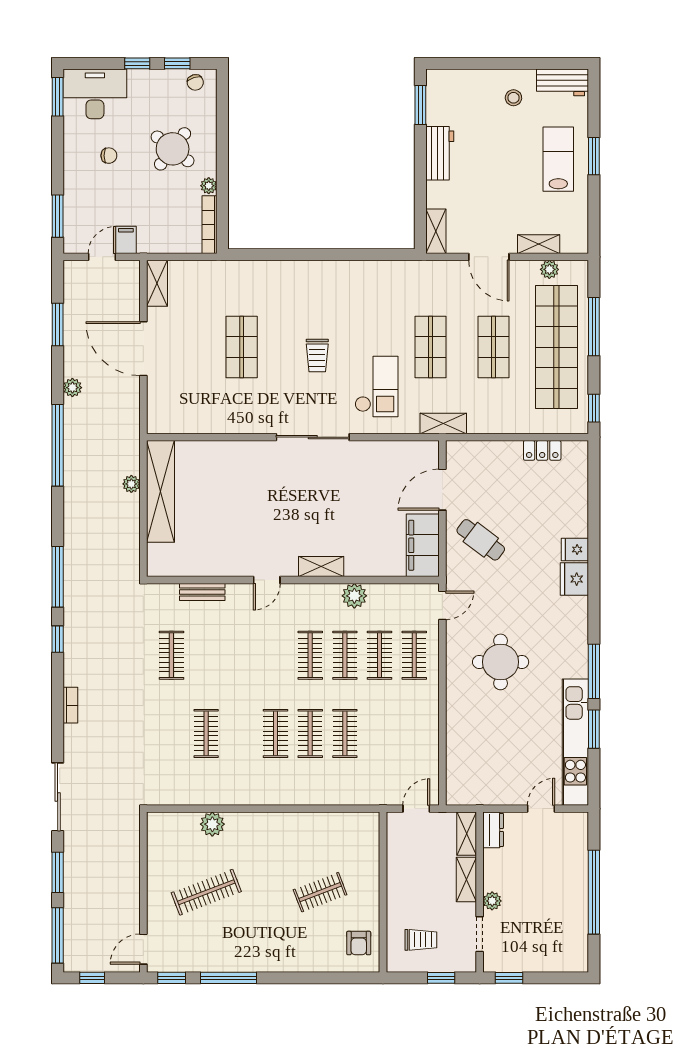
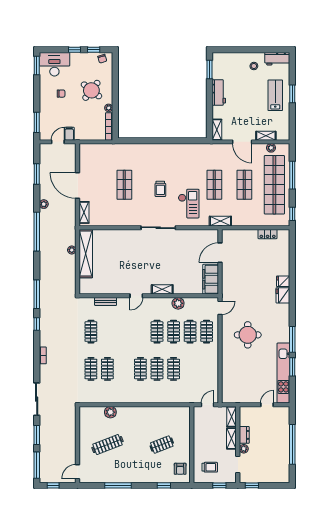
shelving: (157, 283) -> (84, 212), moved
cafe table: (481, 540) -> (238, 277), removed
clothes rail: (171, 733) -> (91, 369), added
dresser: (493, 830) -> (244, 435), moved
window: (172, 978) -> (164, 485), moved

